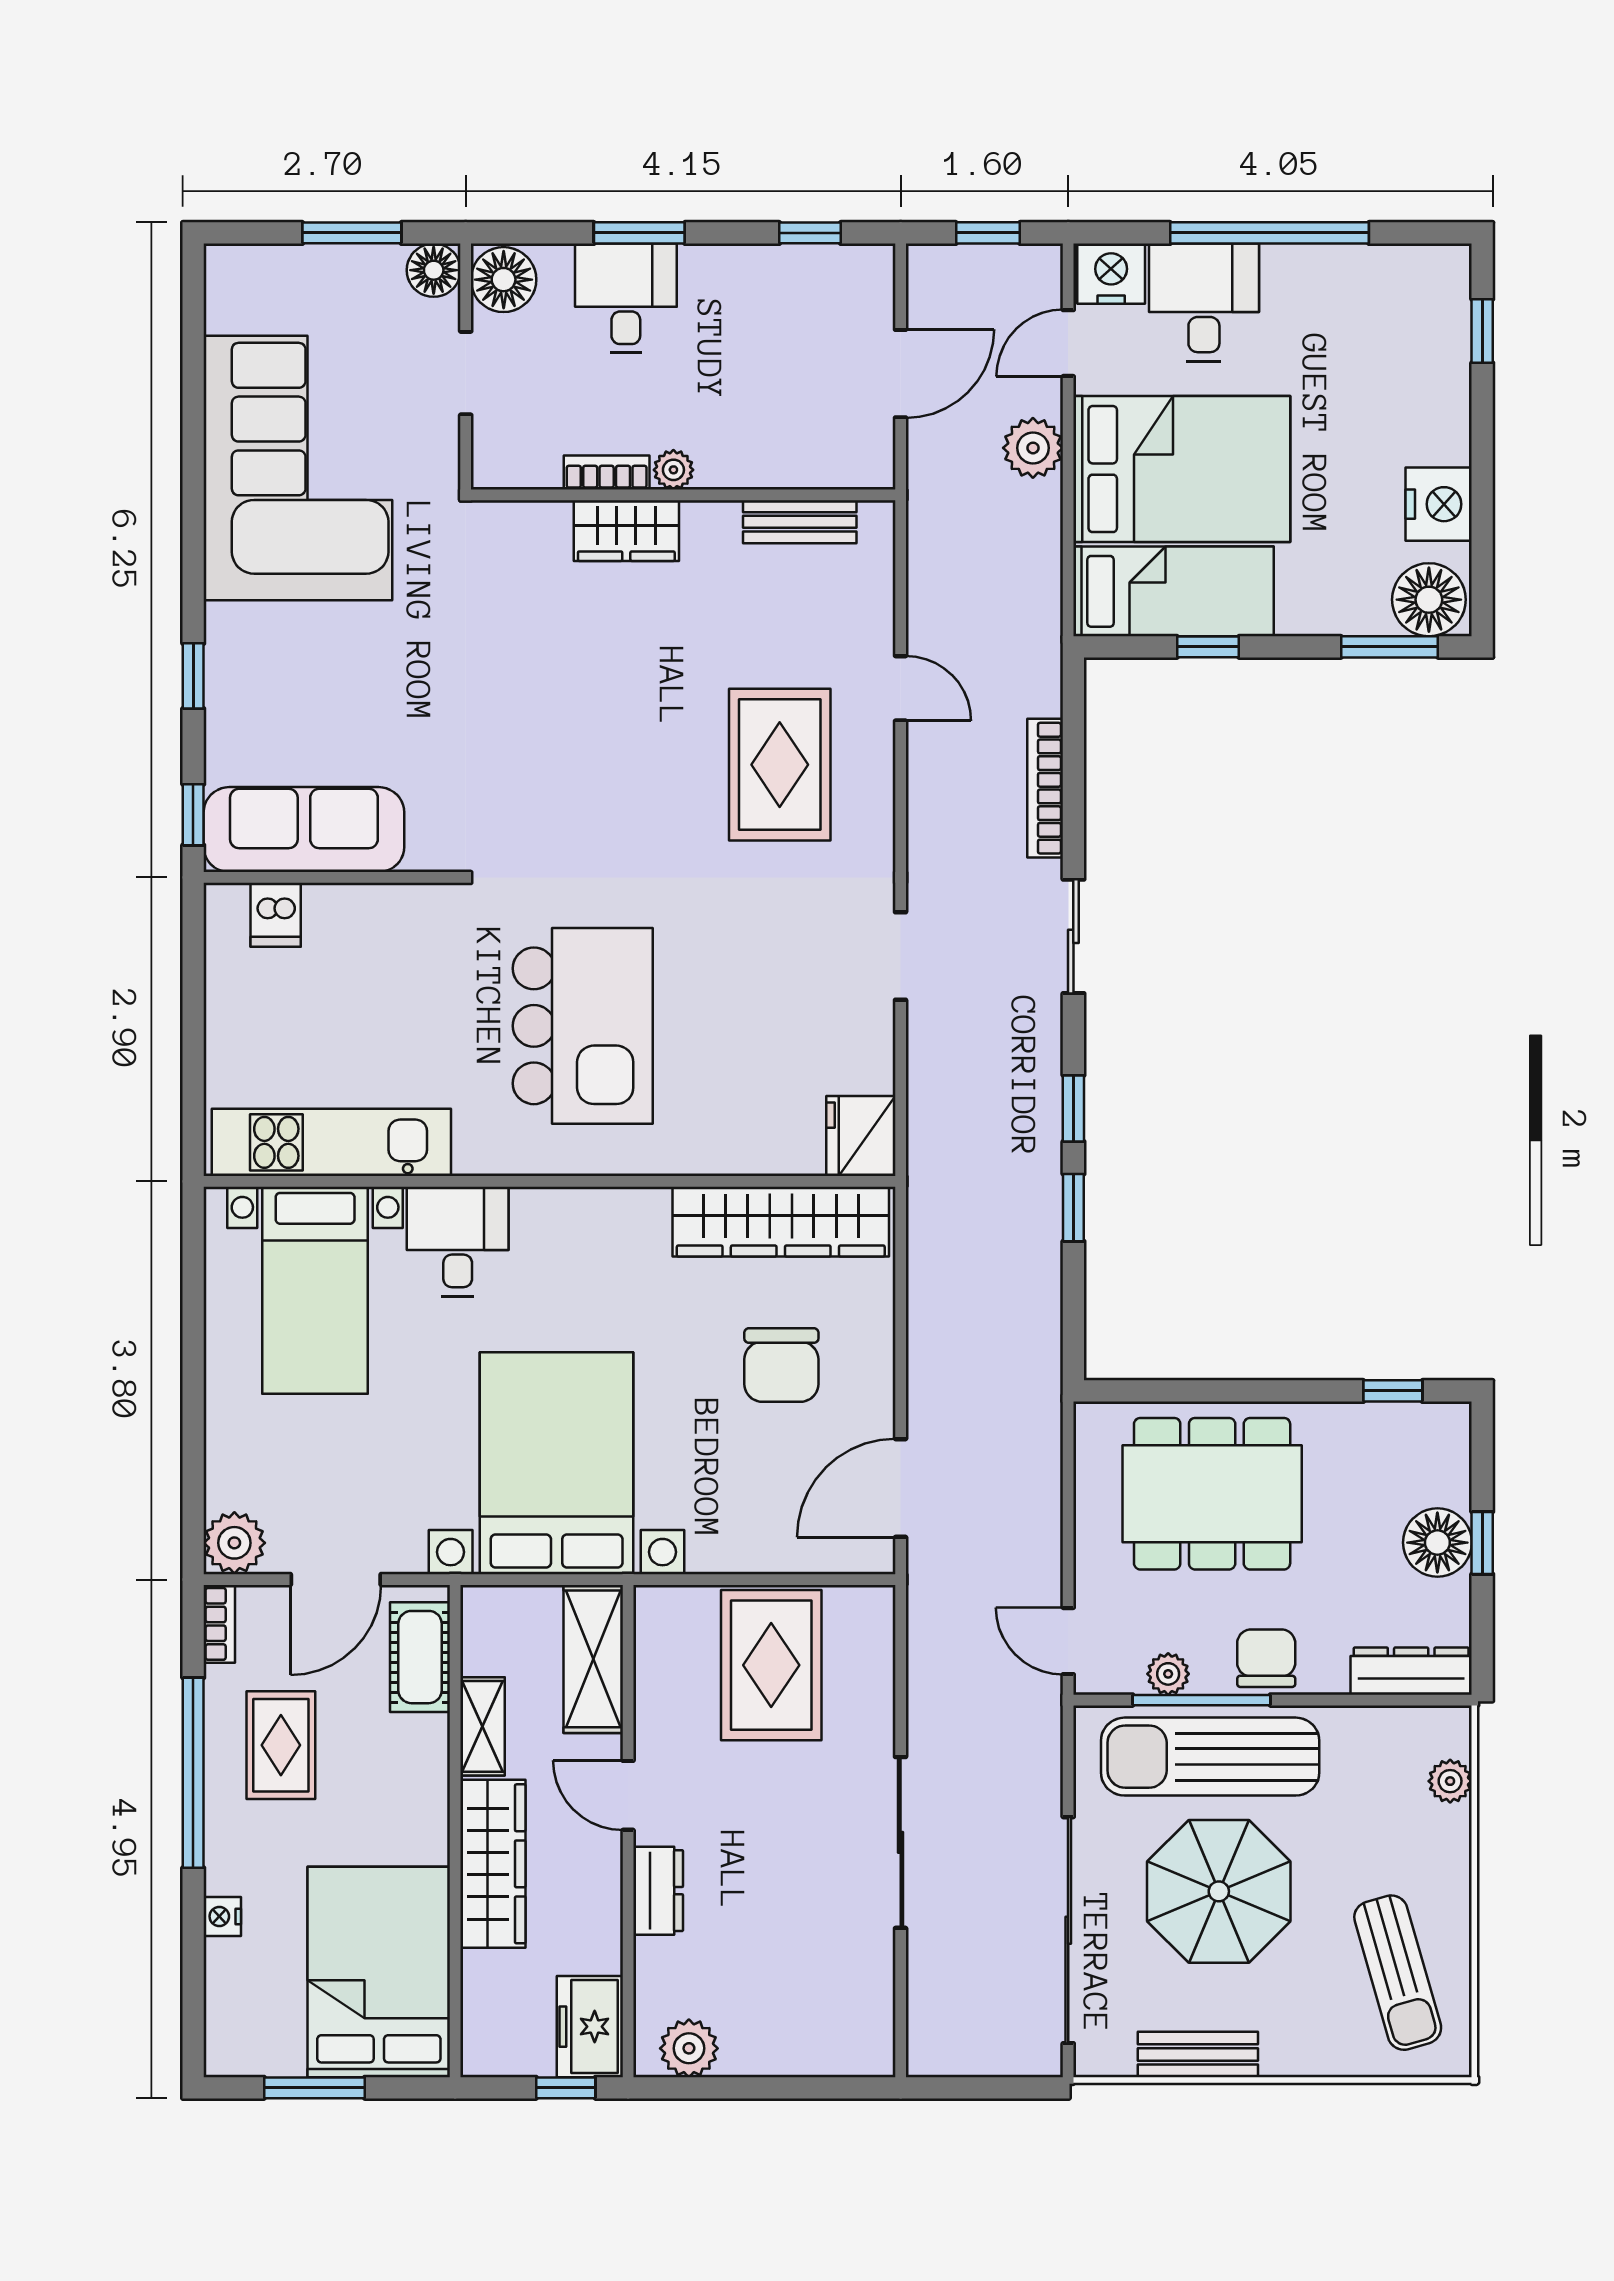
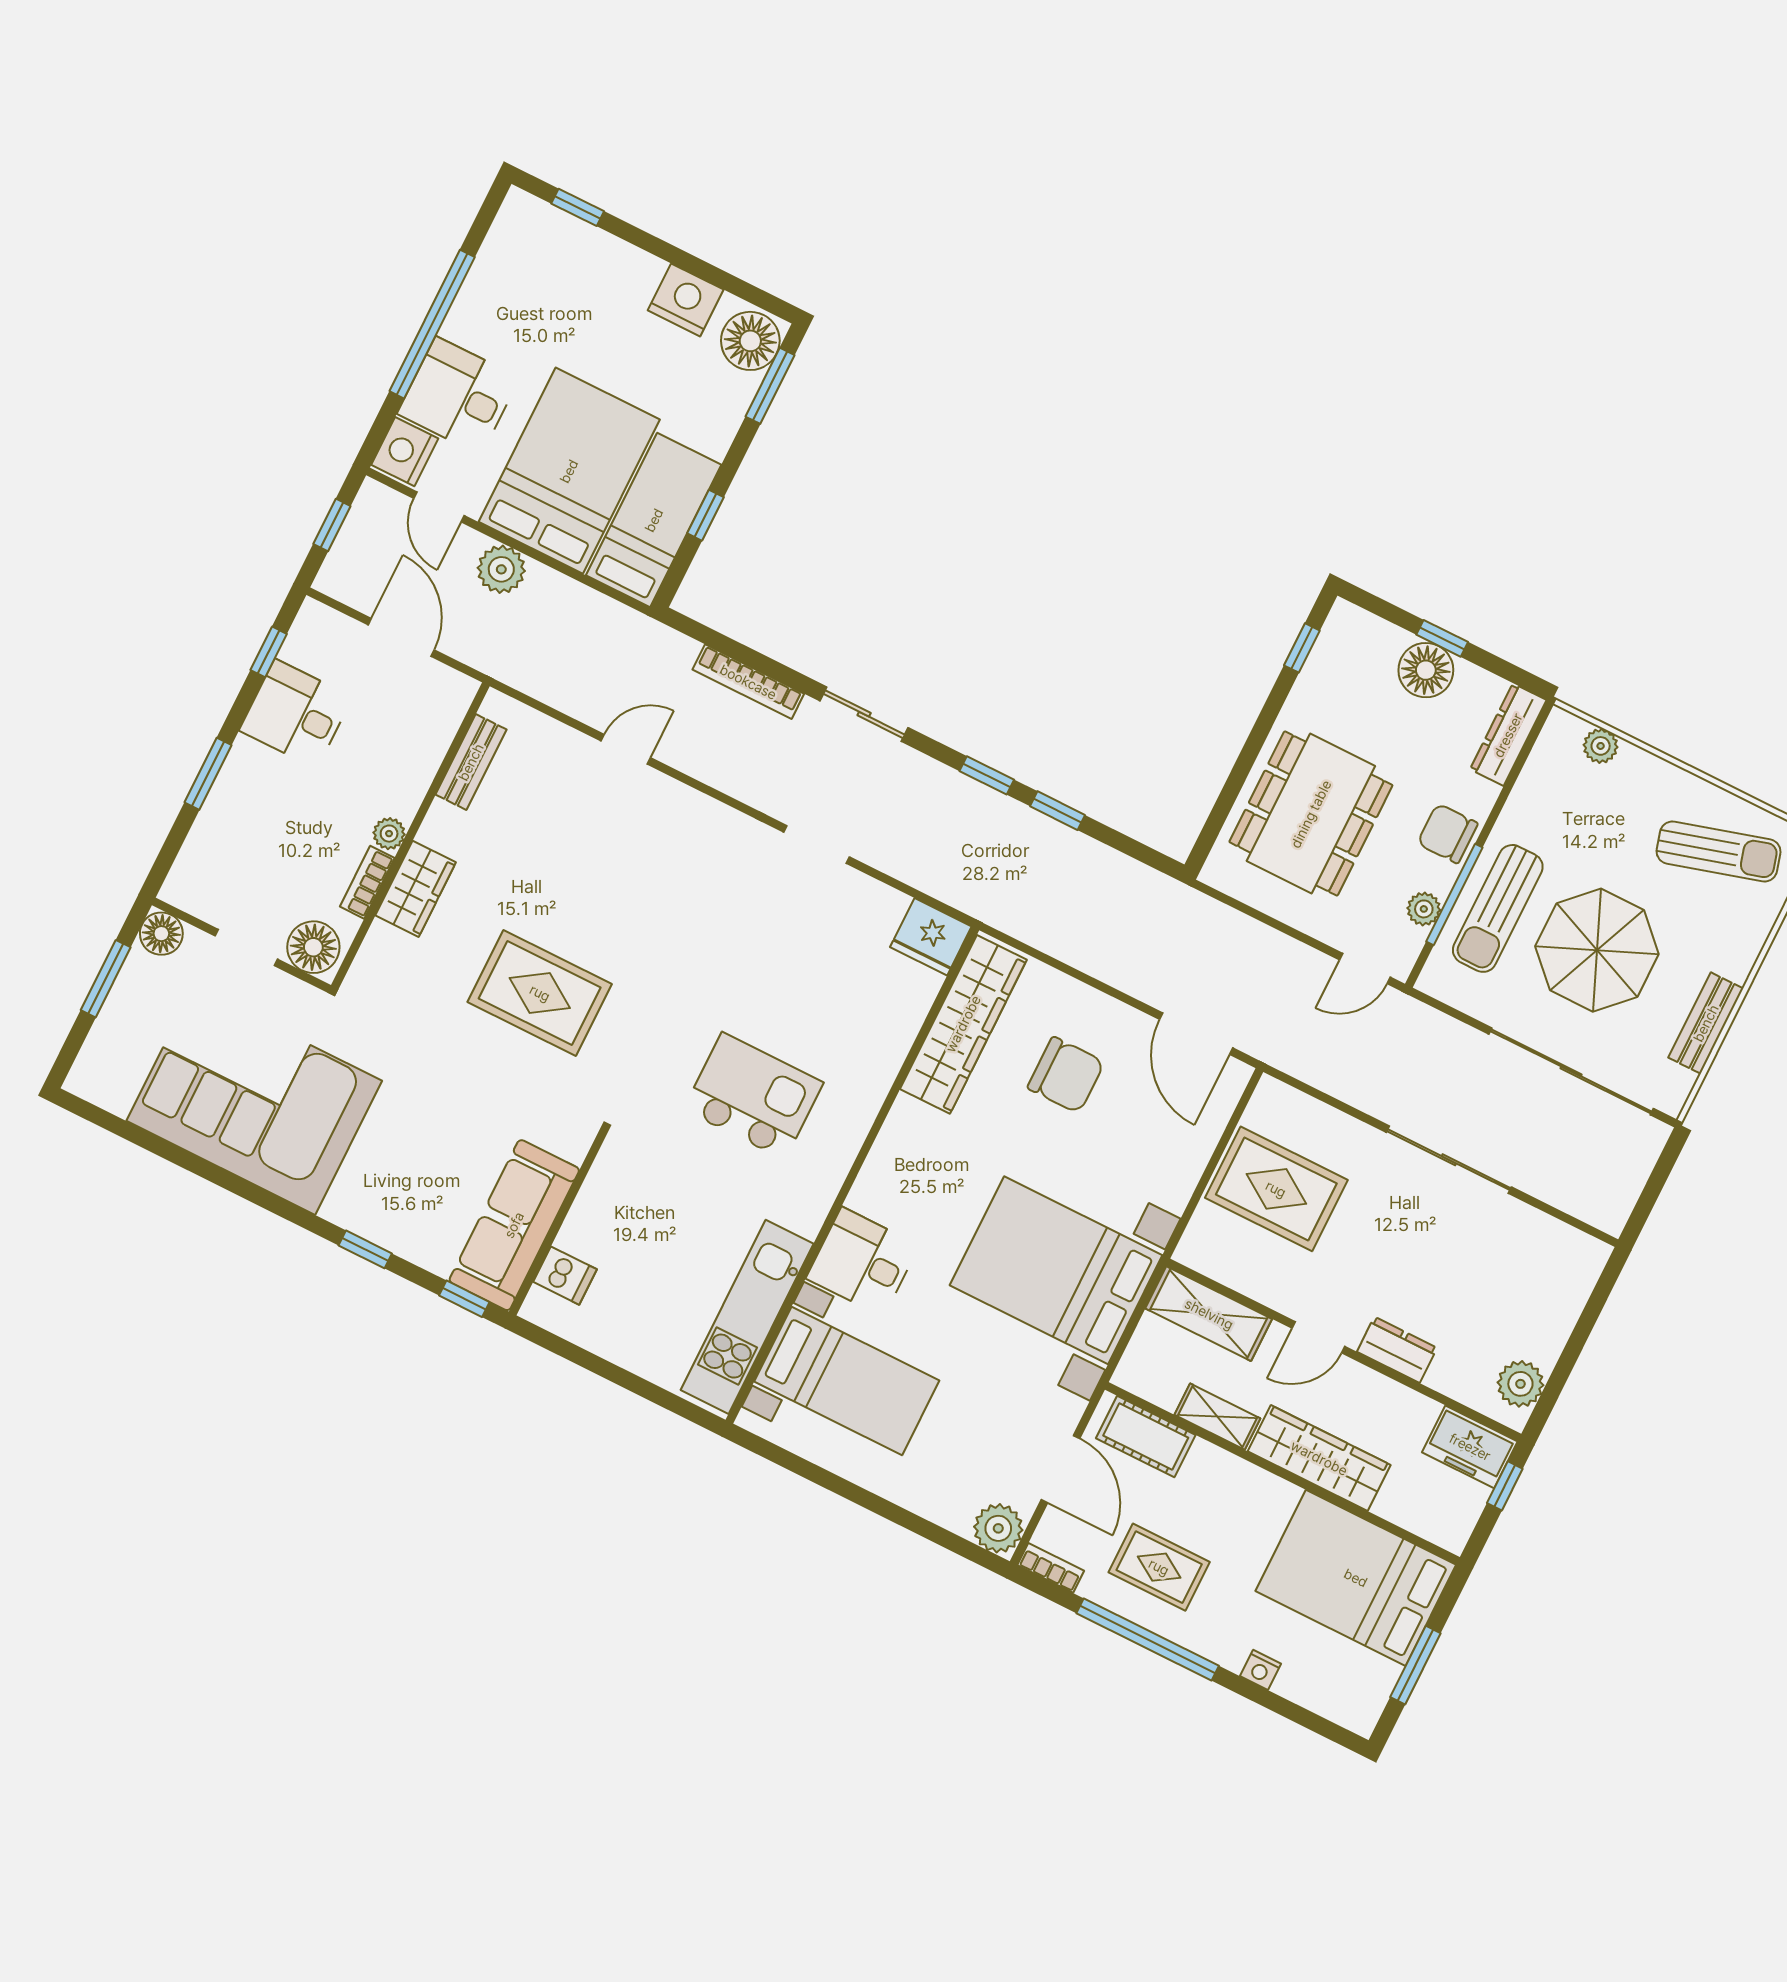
floor lamp: (504, 280) -> (313, 947), moved
desk: (626, 298) -> (296, 714), moved
rug: (780, 765) -> (540, 993), moved
kitchen island: (583, 1026) -> (753, 1096), width x0.73, depth x0.78
sun lounger: (1210, 1757) -> (1498, 908), width x0.73, depth x0.75

